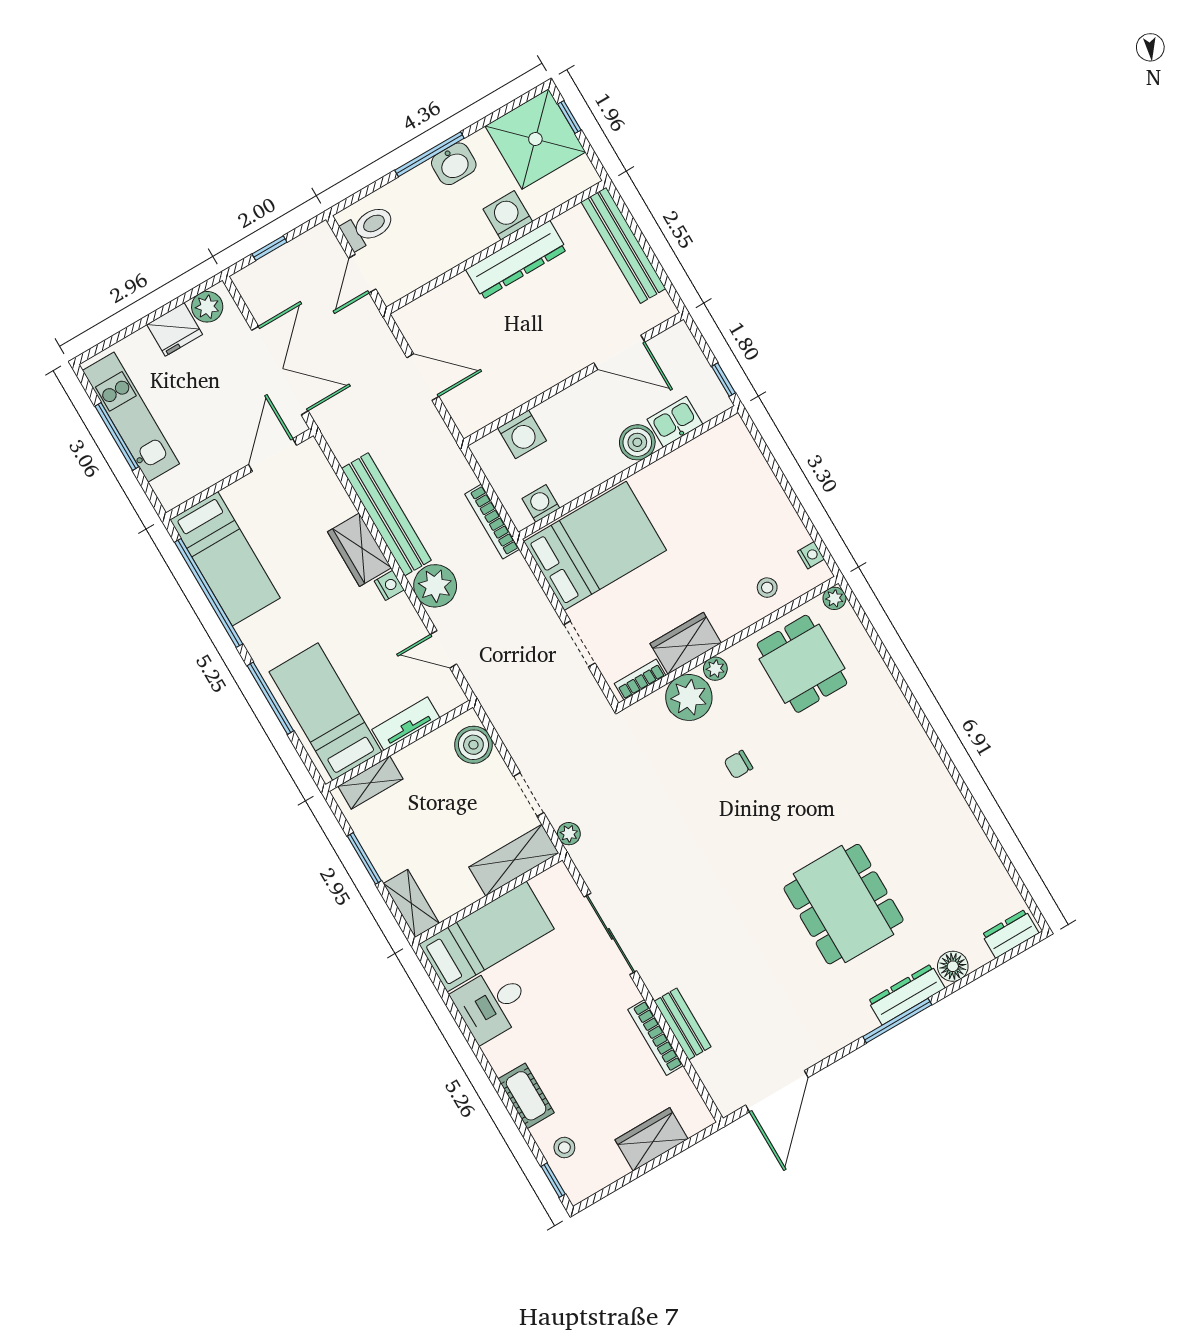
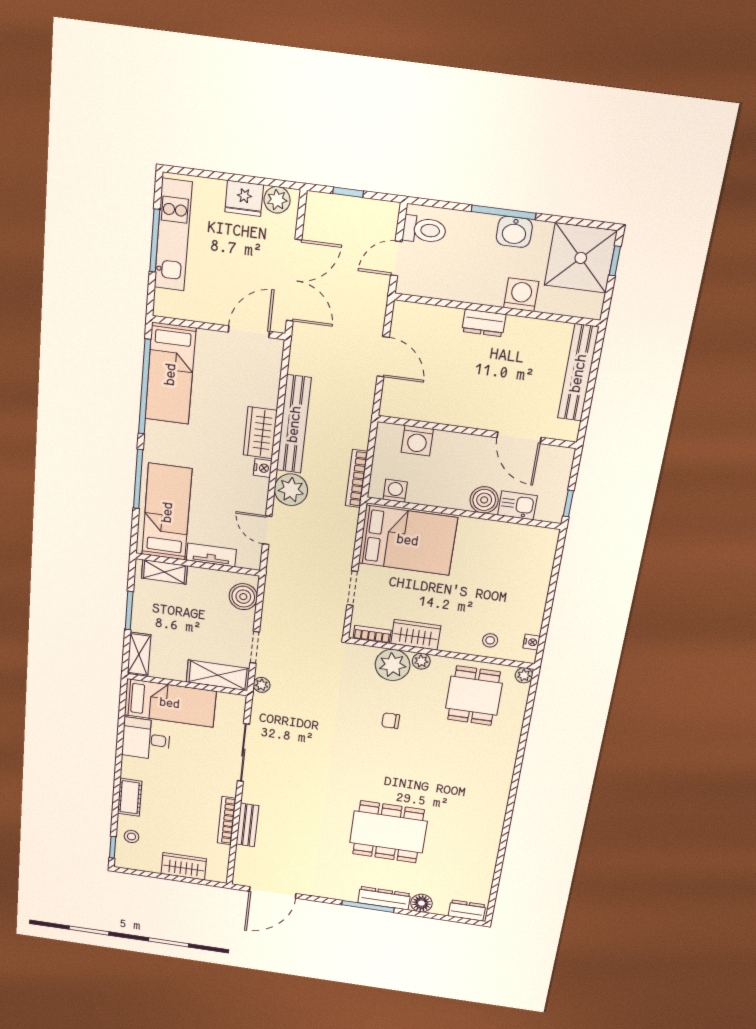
dresser: (516, 260) -> (484, 323), width x0.51, depth x0.80
dining table: (844, 904) -> (388, 832), turned 90

